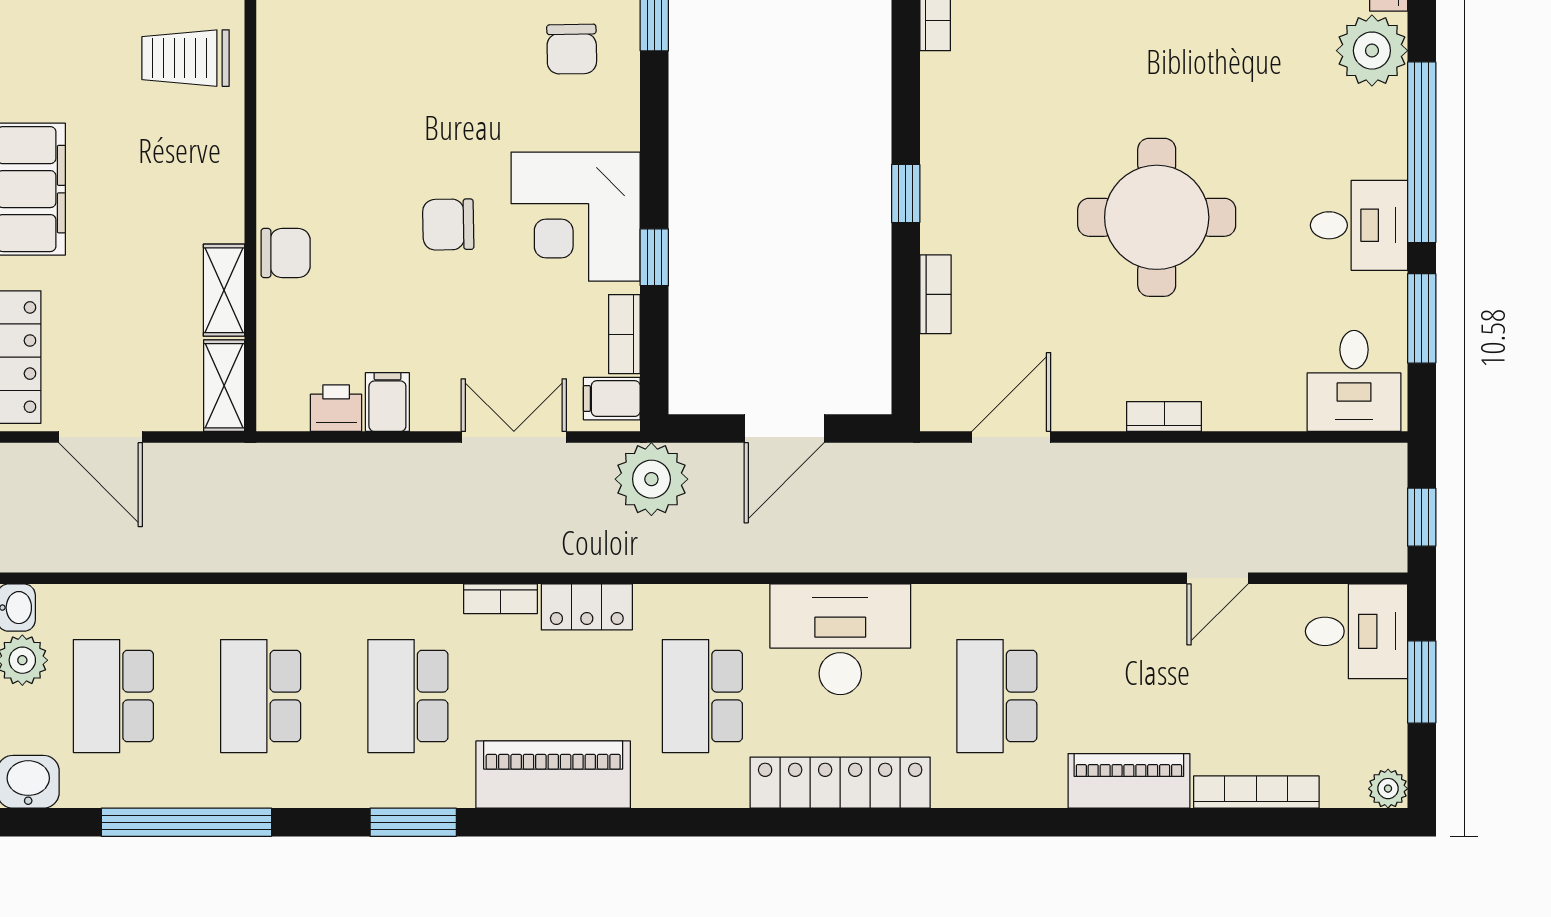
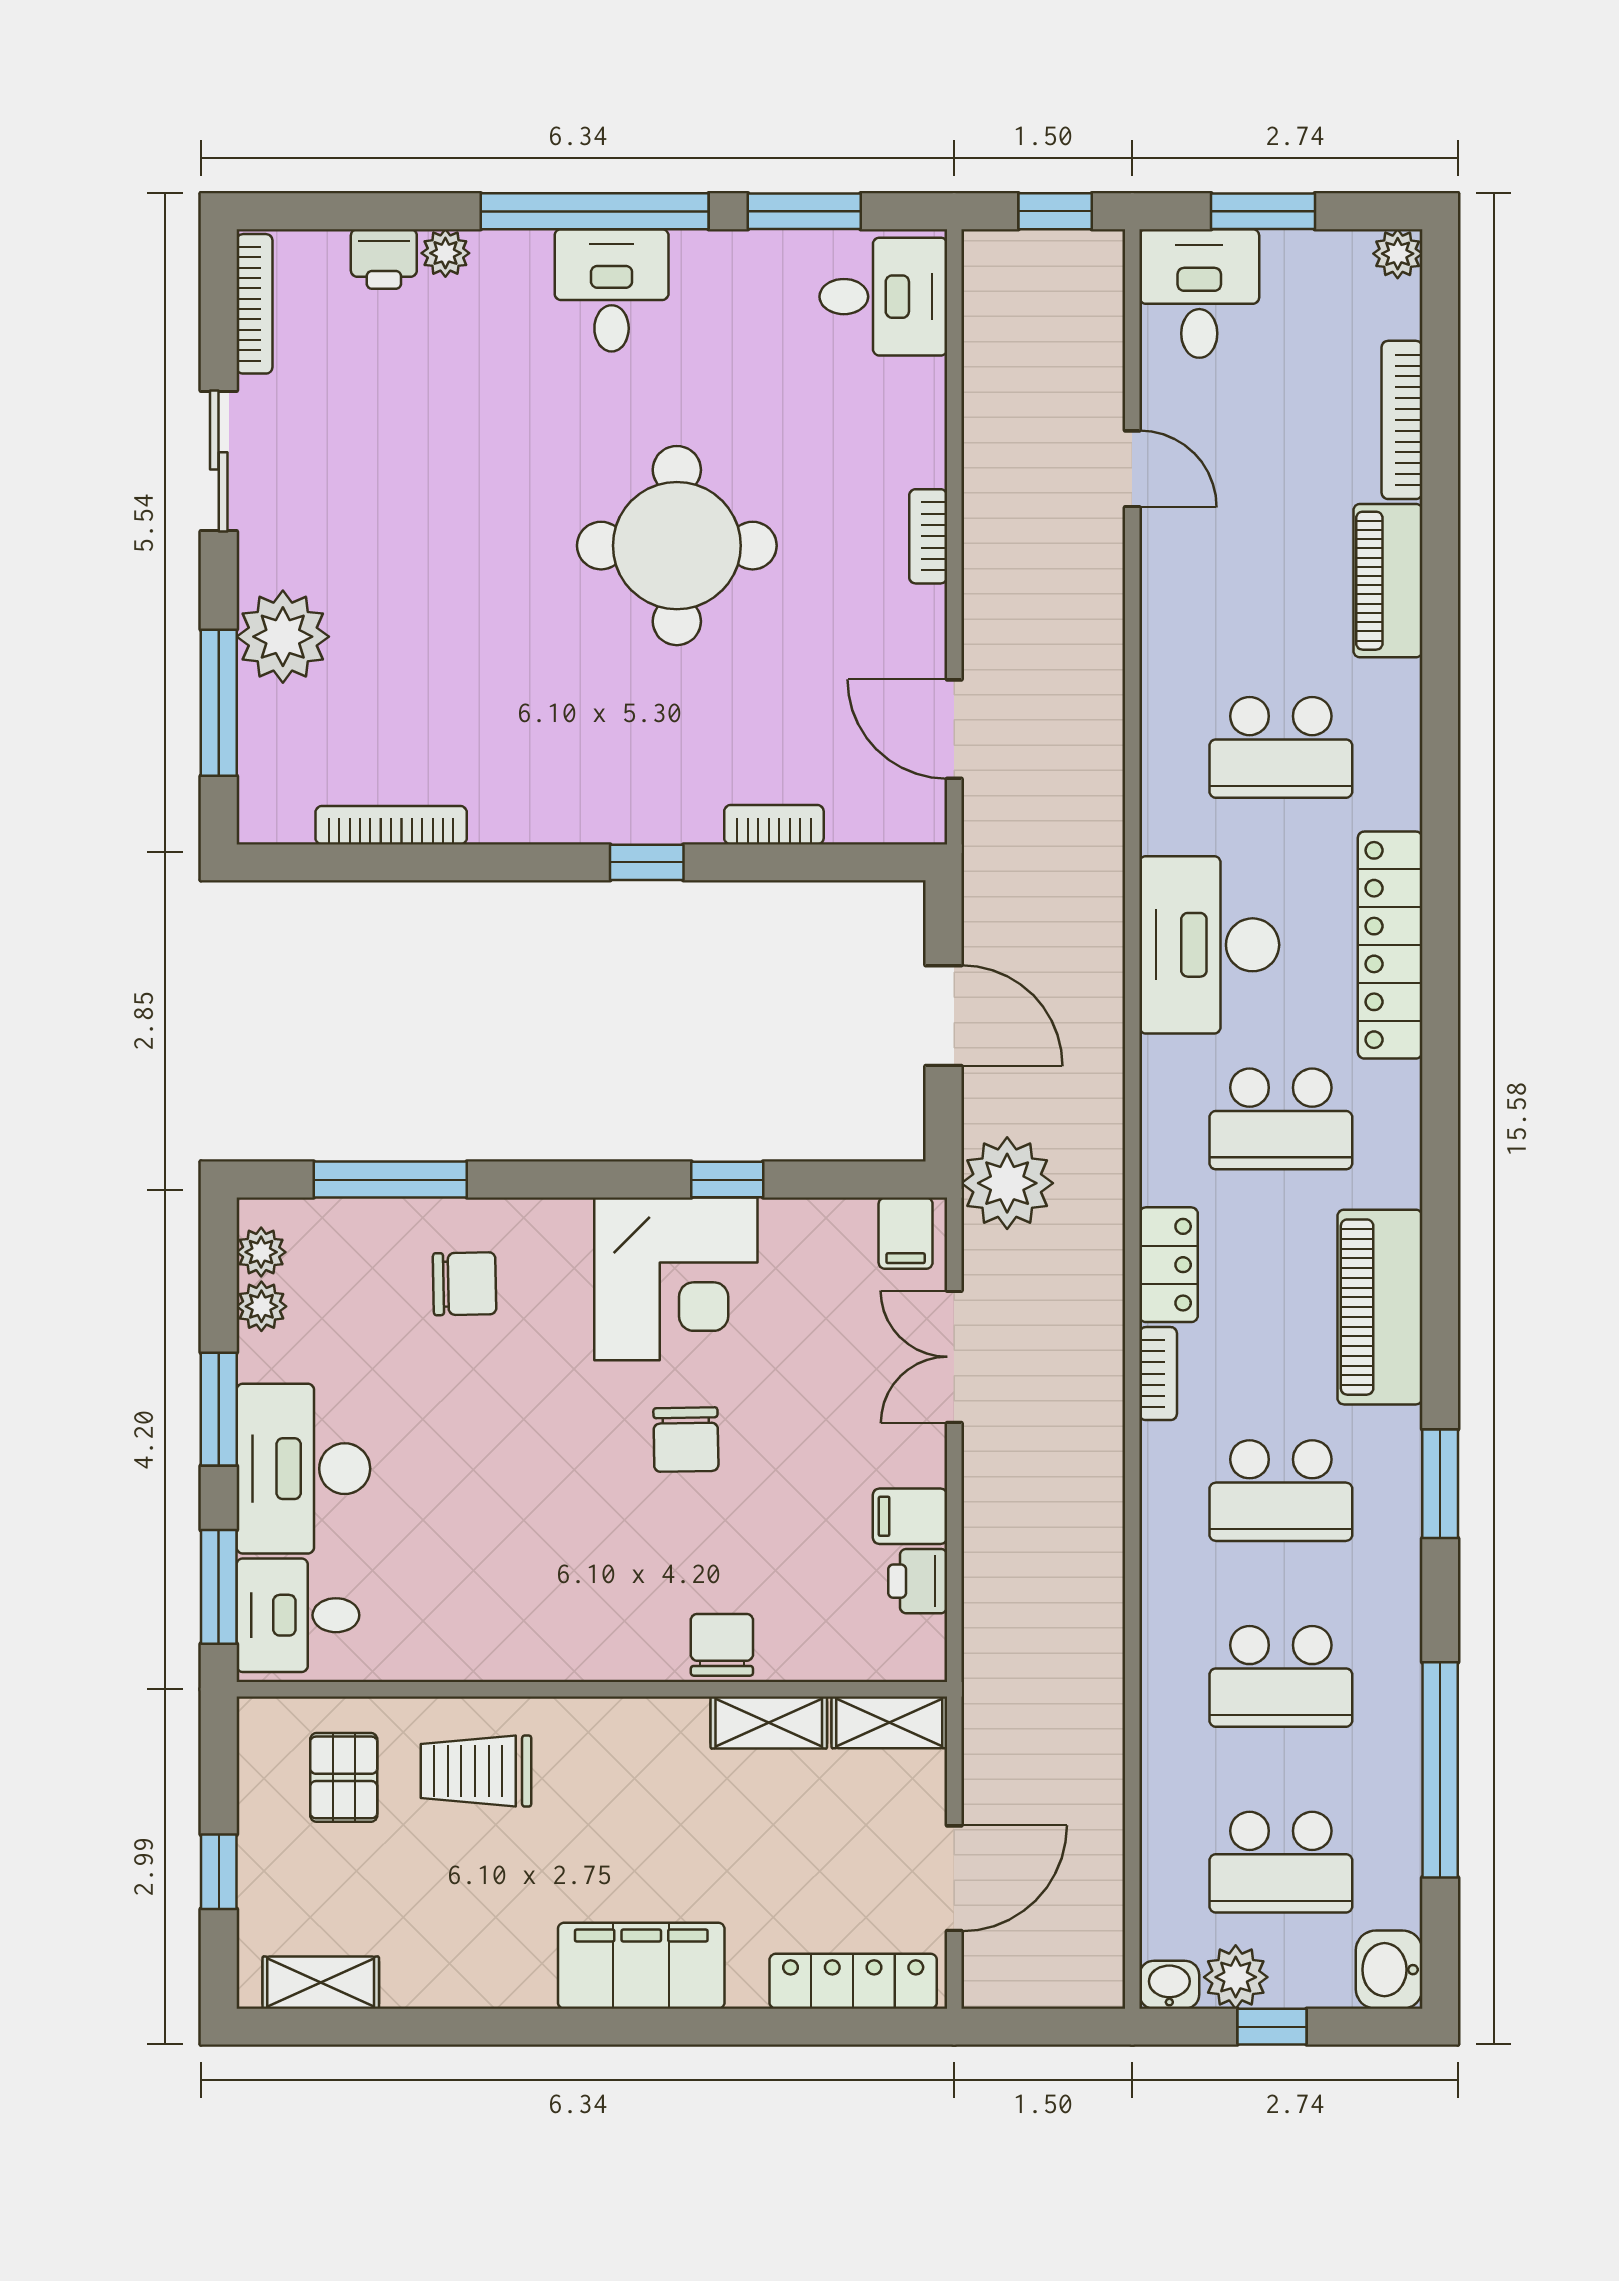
plant: (1372, 51) -> (445, 253), width x0.53, depth x0.53
trolley: (186, 58) -> (476, 1771), turned 90
desk: (1359, 225) -> (612, 290), moved
bookcase: (624, 334) -> (824, 1217), removed

